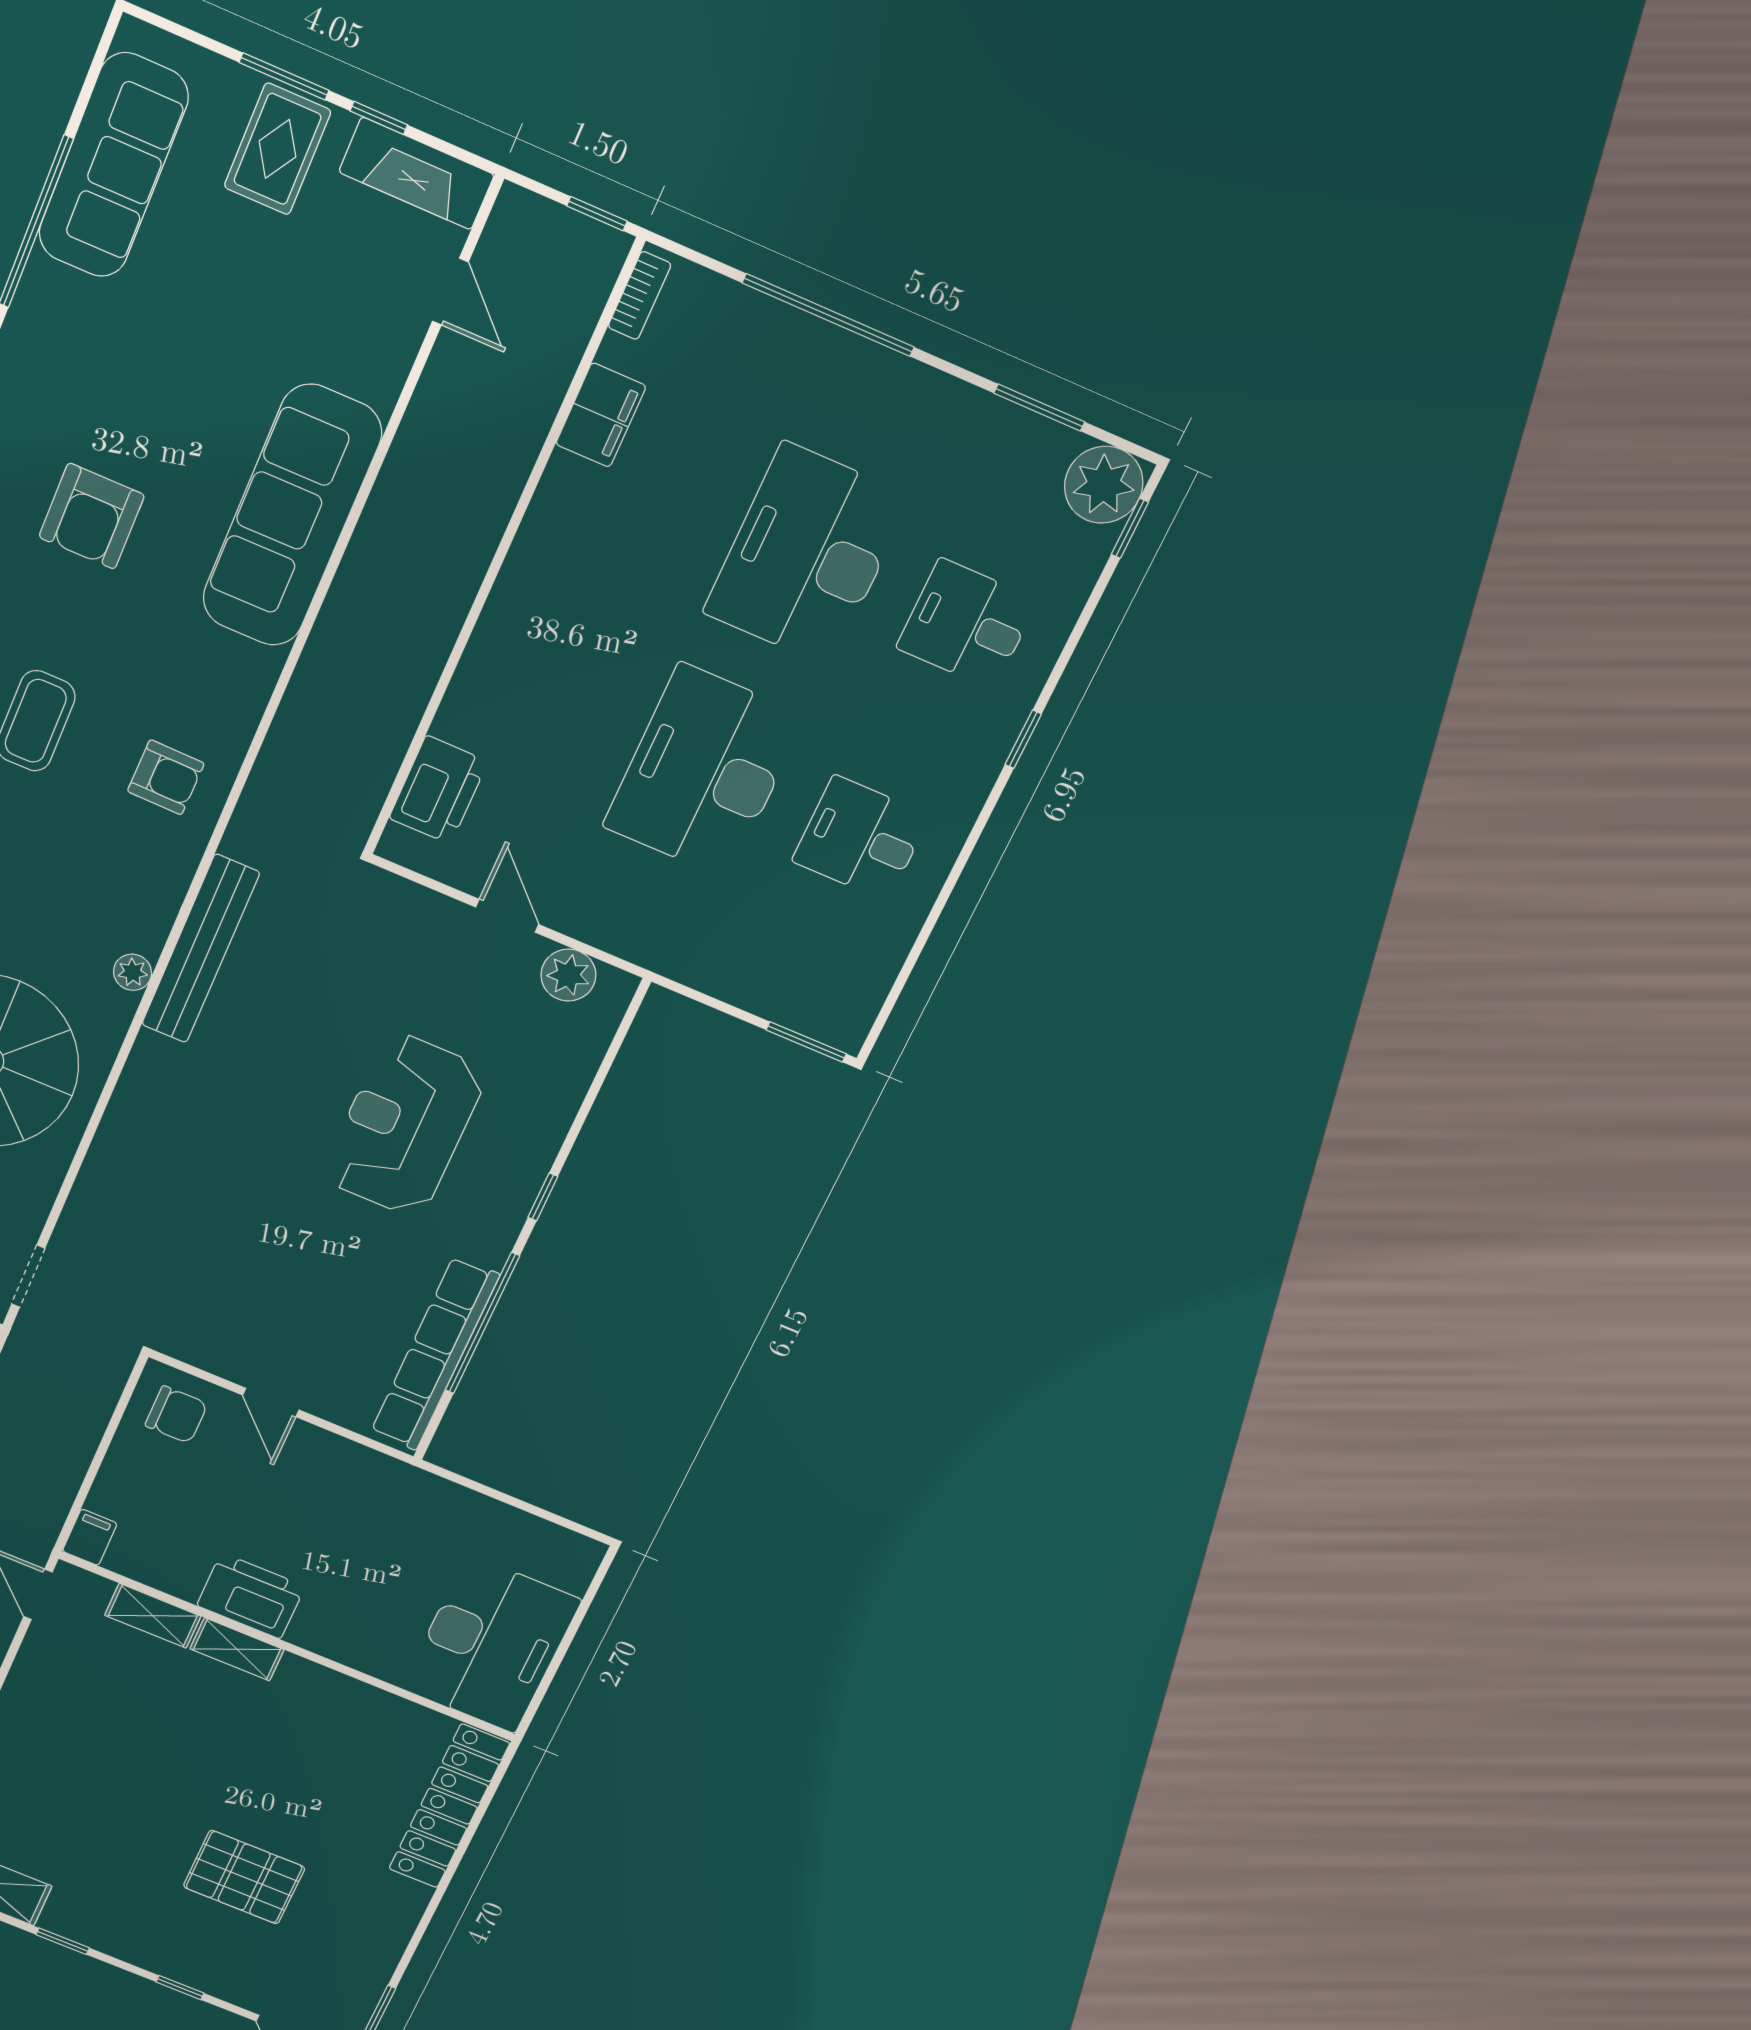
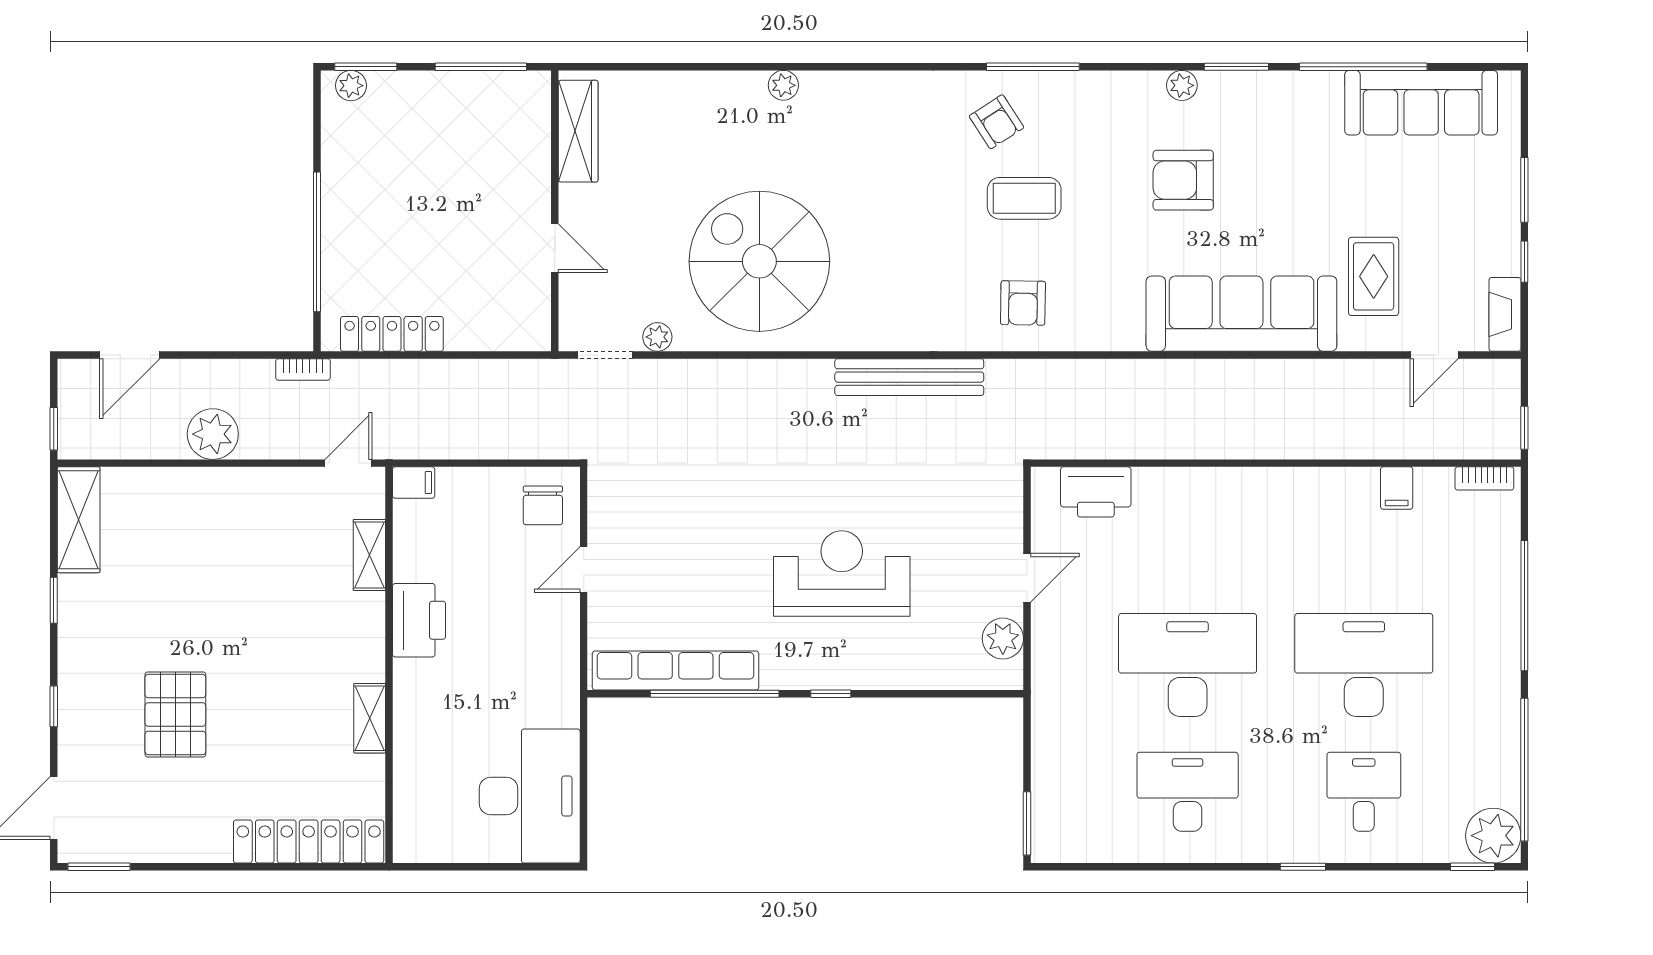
rug: (277, 149) -> (1374, 276), moved, turned 90
fireplace: (416, 173) -> (1505, 314), width x0.73, depth x0.76
window: (1039, 408) -> (1524, 770), width x2.11
filing cabinet: (601, 415) -> (1397, 488), width x0.50
desk: (861, 838) -> (1188, 792), width x1.37
plant: (133, 972) -> (657, 337), moved
desk: (491, 1644) -> (530, 796), moved, turned -90
shelving: (237, 1649) -> (370, 718), moved

